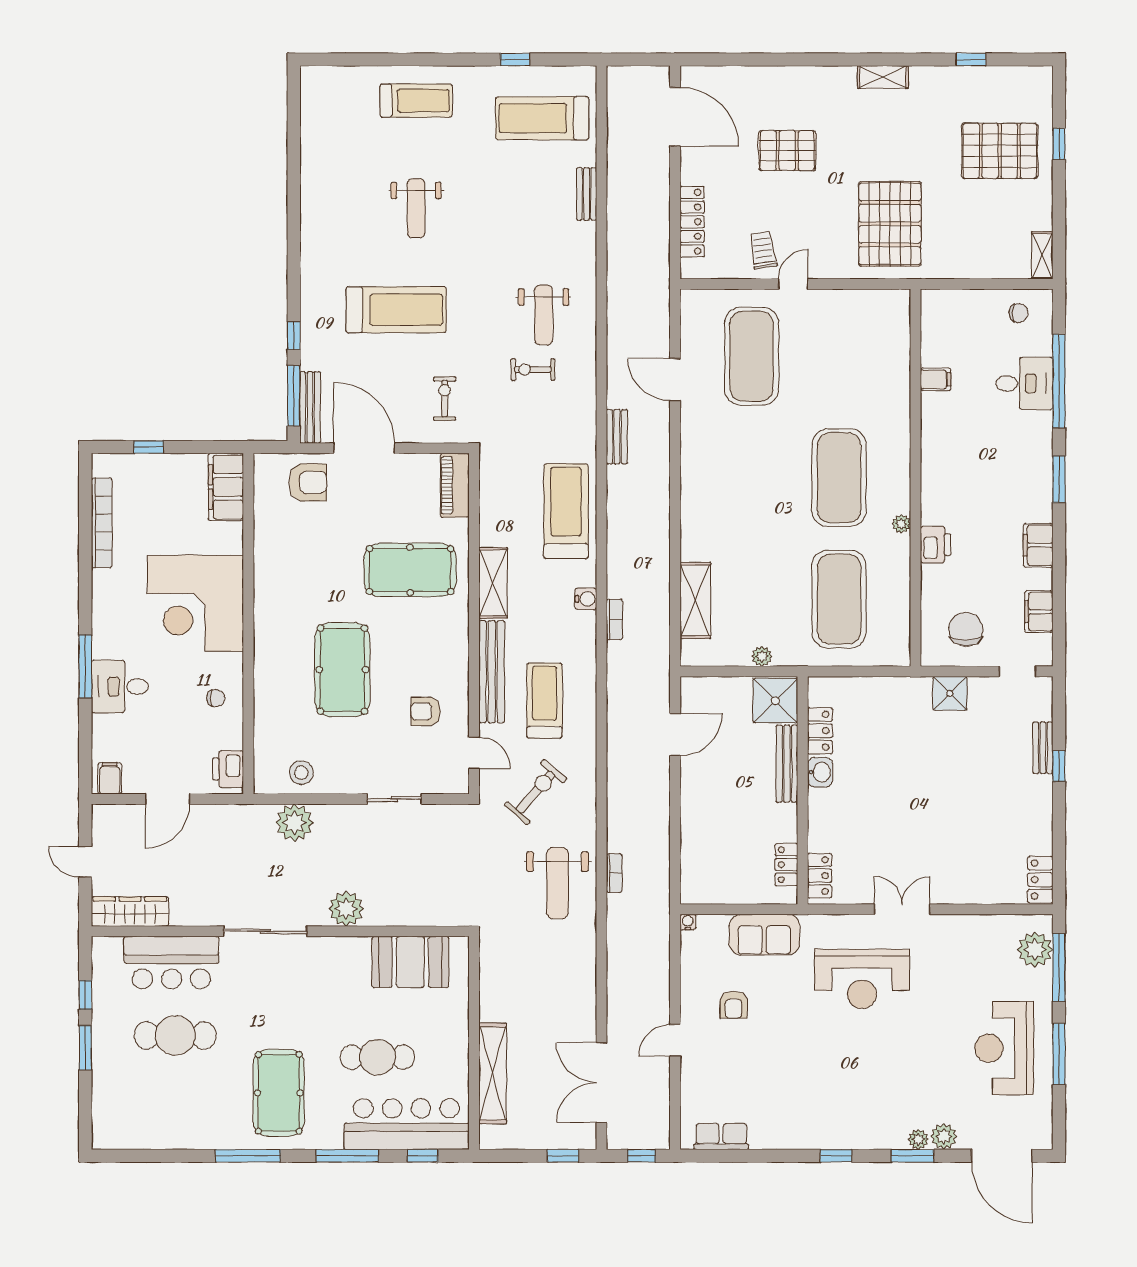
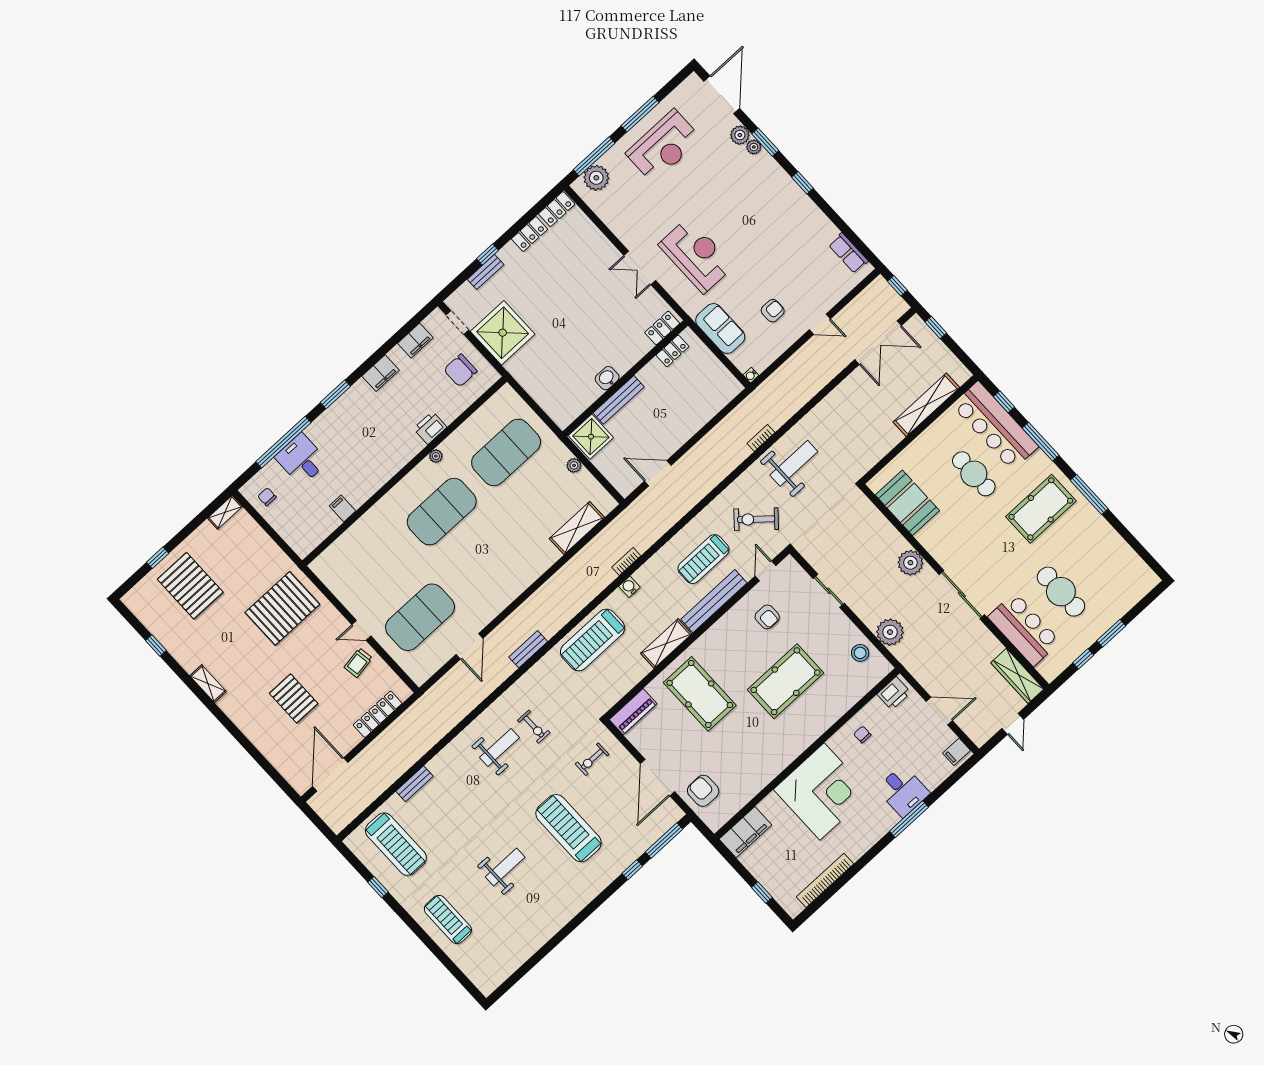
bench: (310, 407) -> (662, 826), removed
shower: (950, 693) -> (503, 333), width x1.86, depth x1.86
locker: (820, 731) -> (529, 234), moved, turned 180

